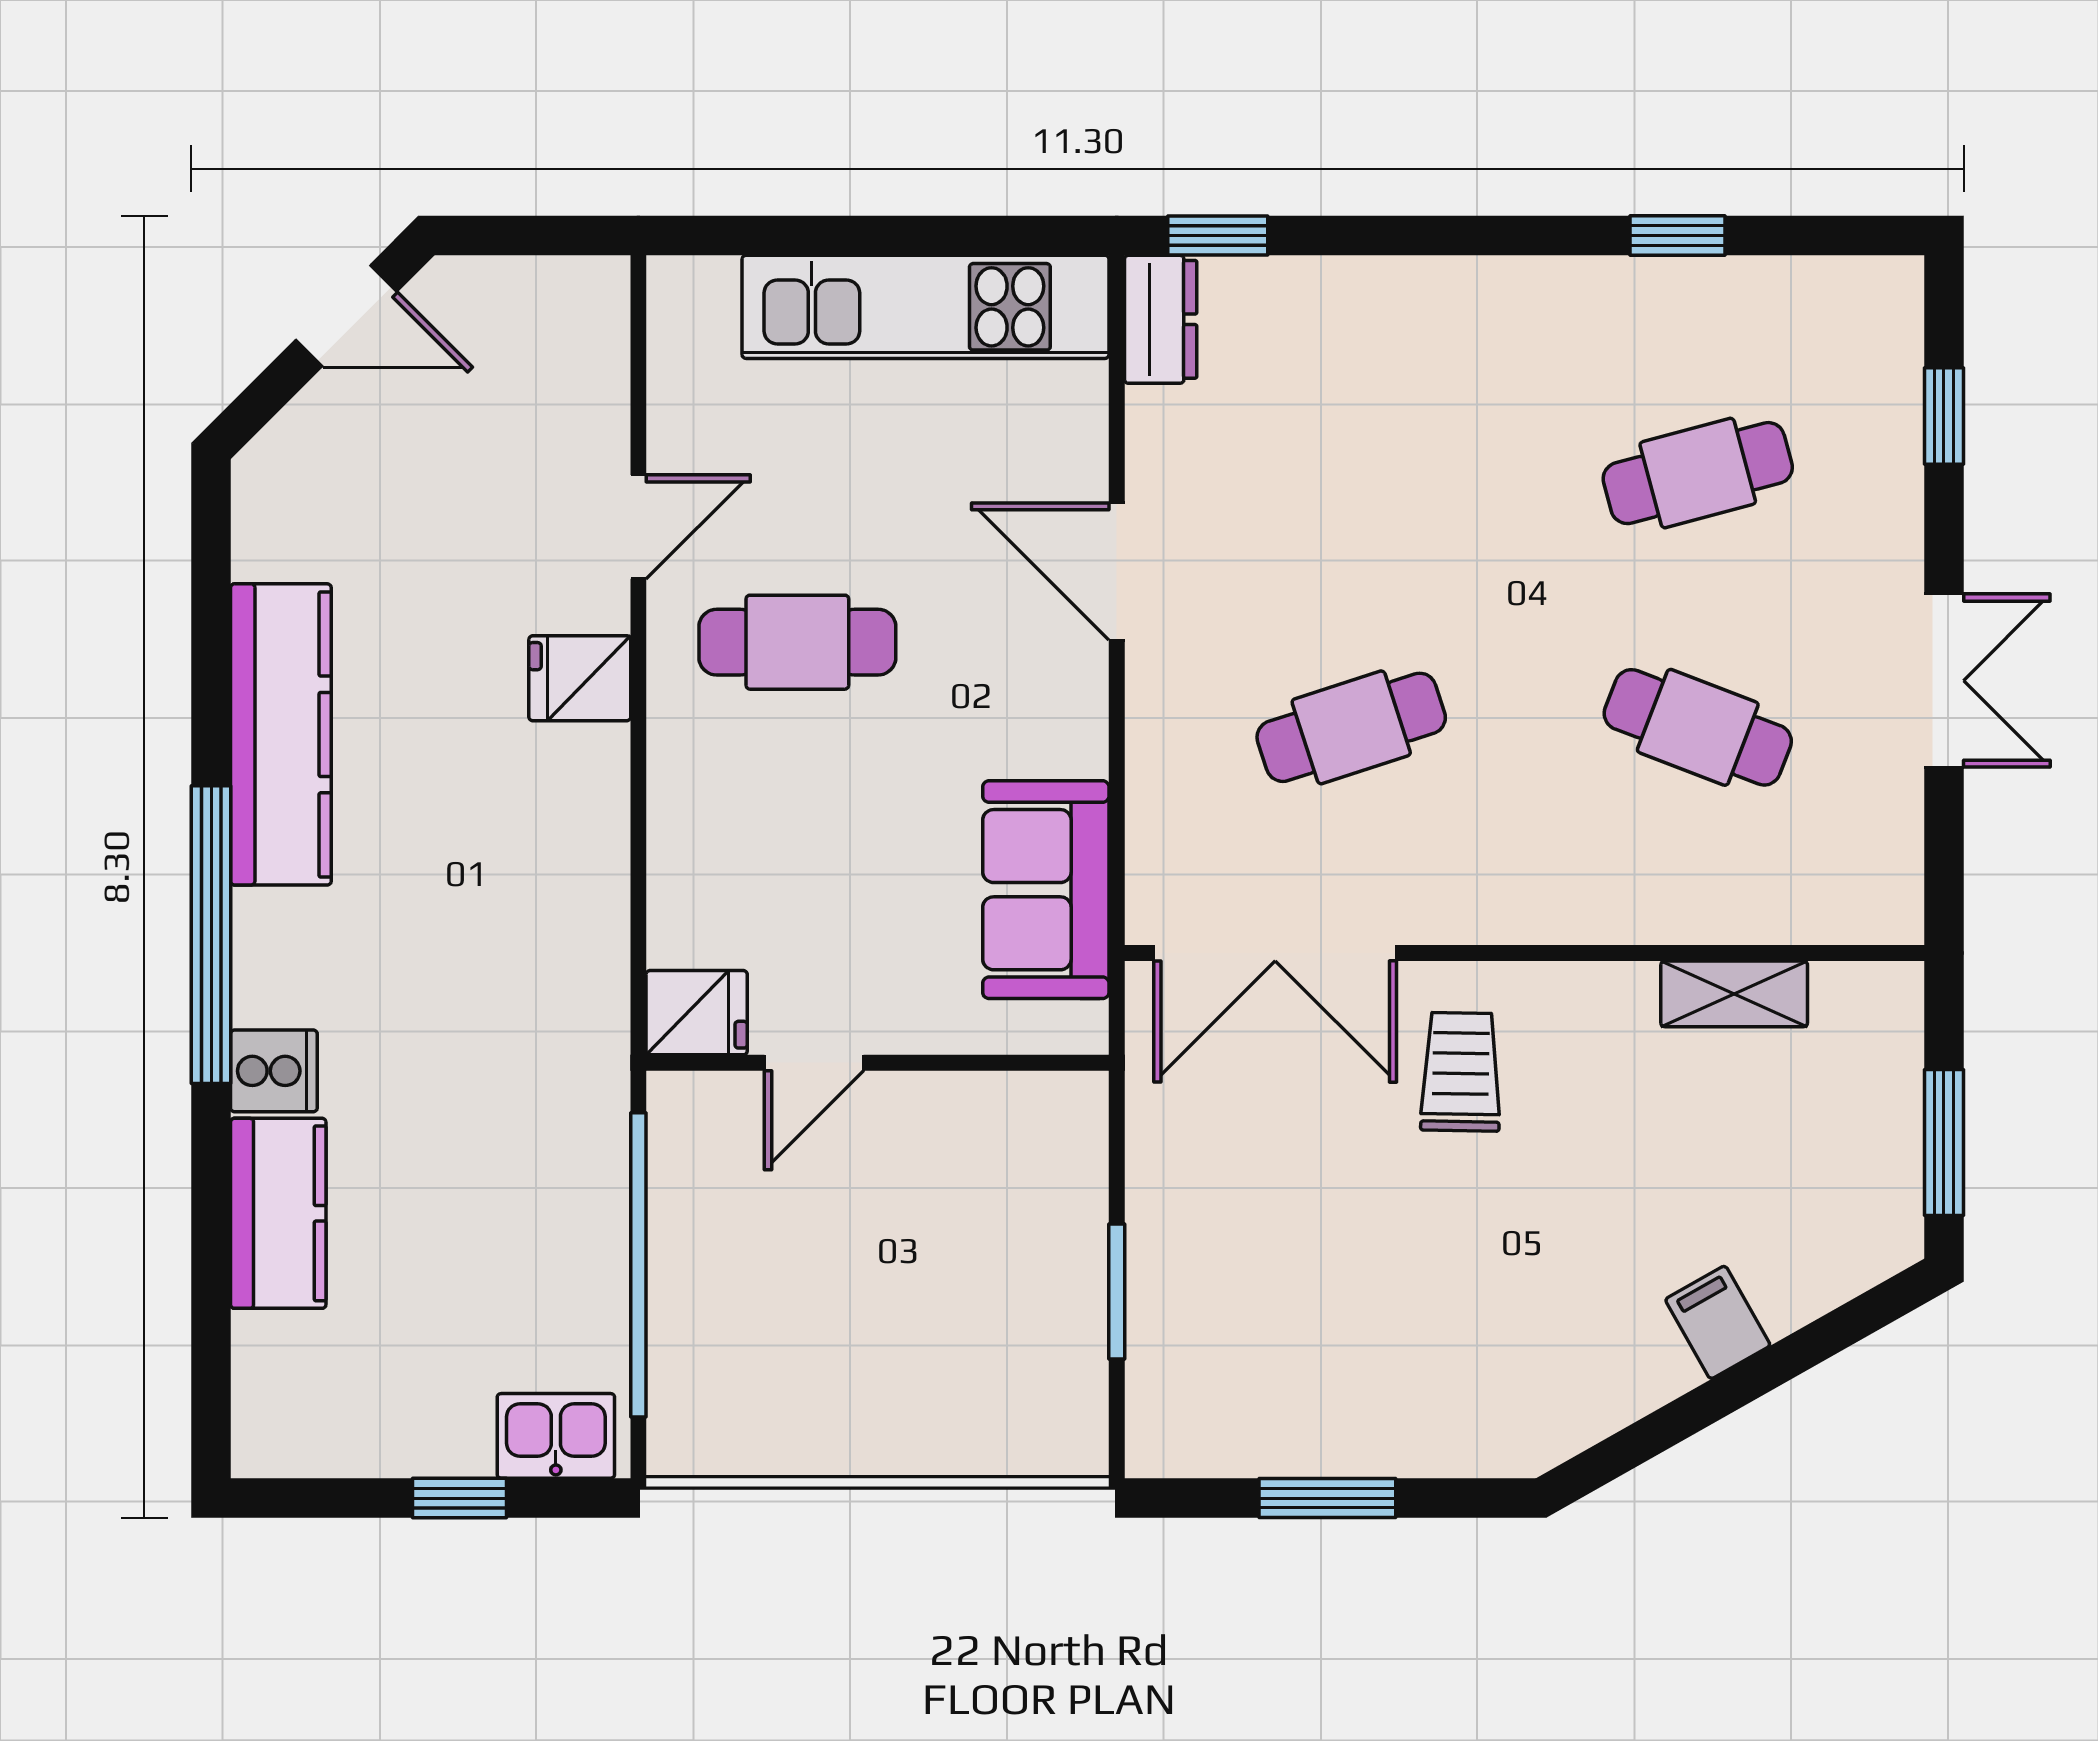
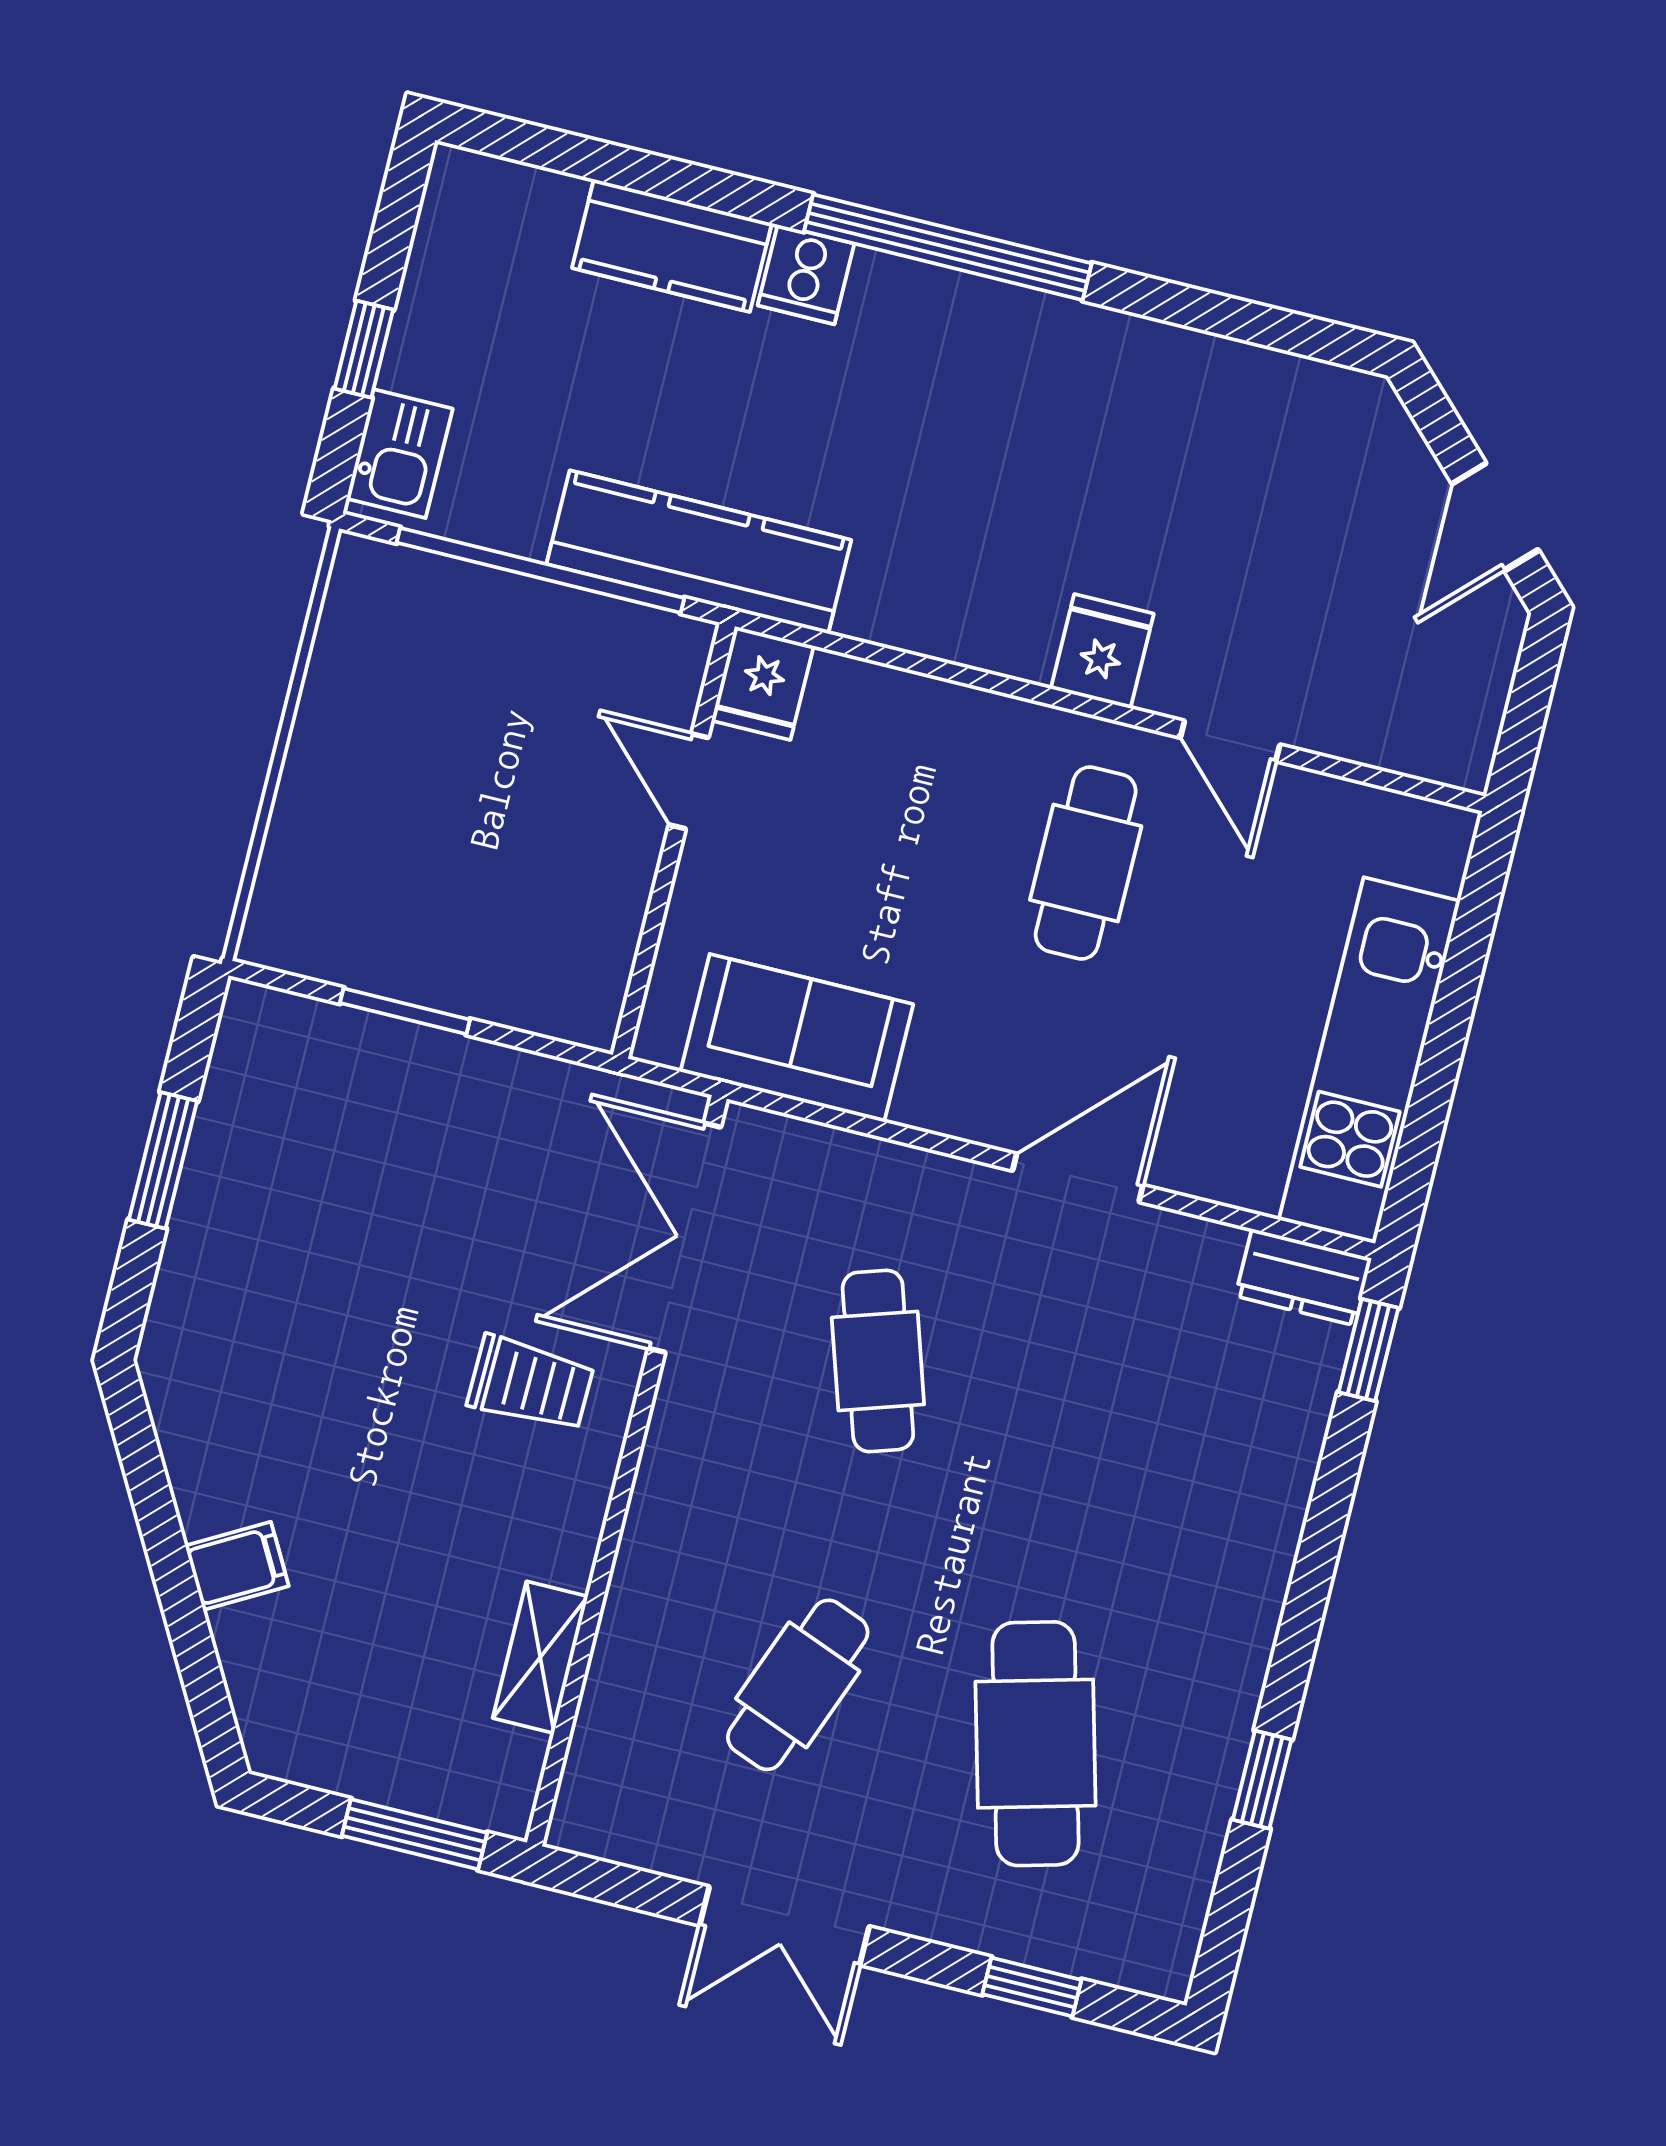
cafe table: (1698, 473) -> (1035, 1744), width x1.37, depth x1.35
kitchen counter: (281, 734) -> (699, 552), moved, turned 180
window: (1944, 1143) -> (414, 1834), moved

